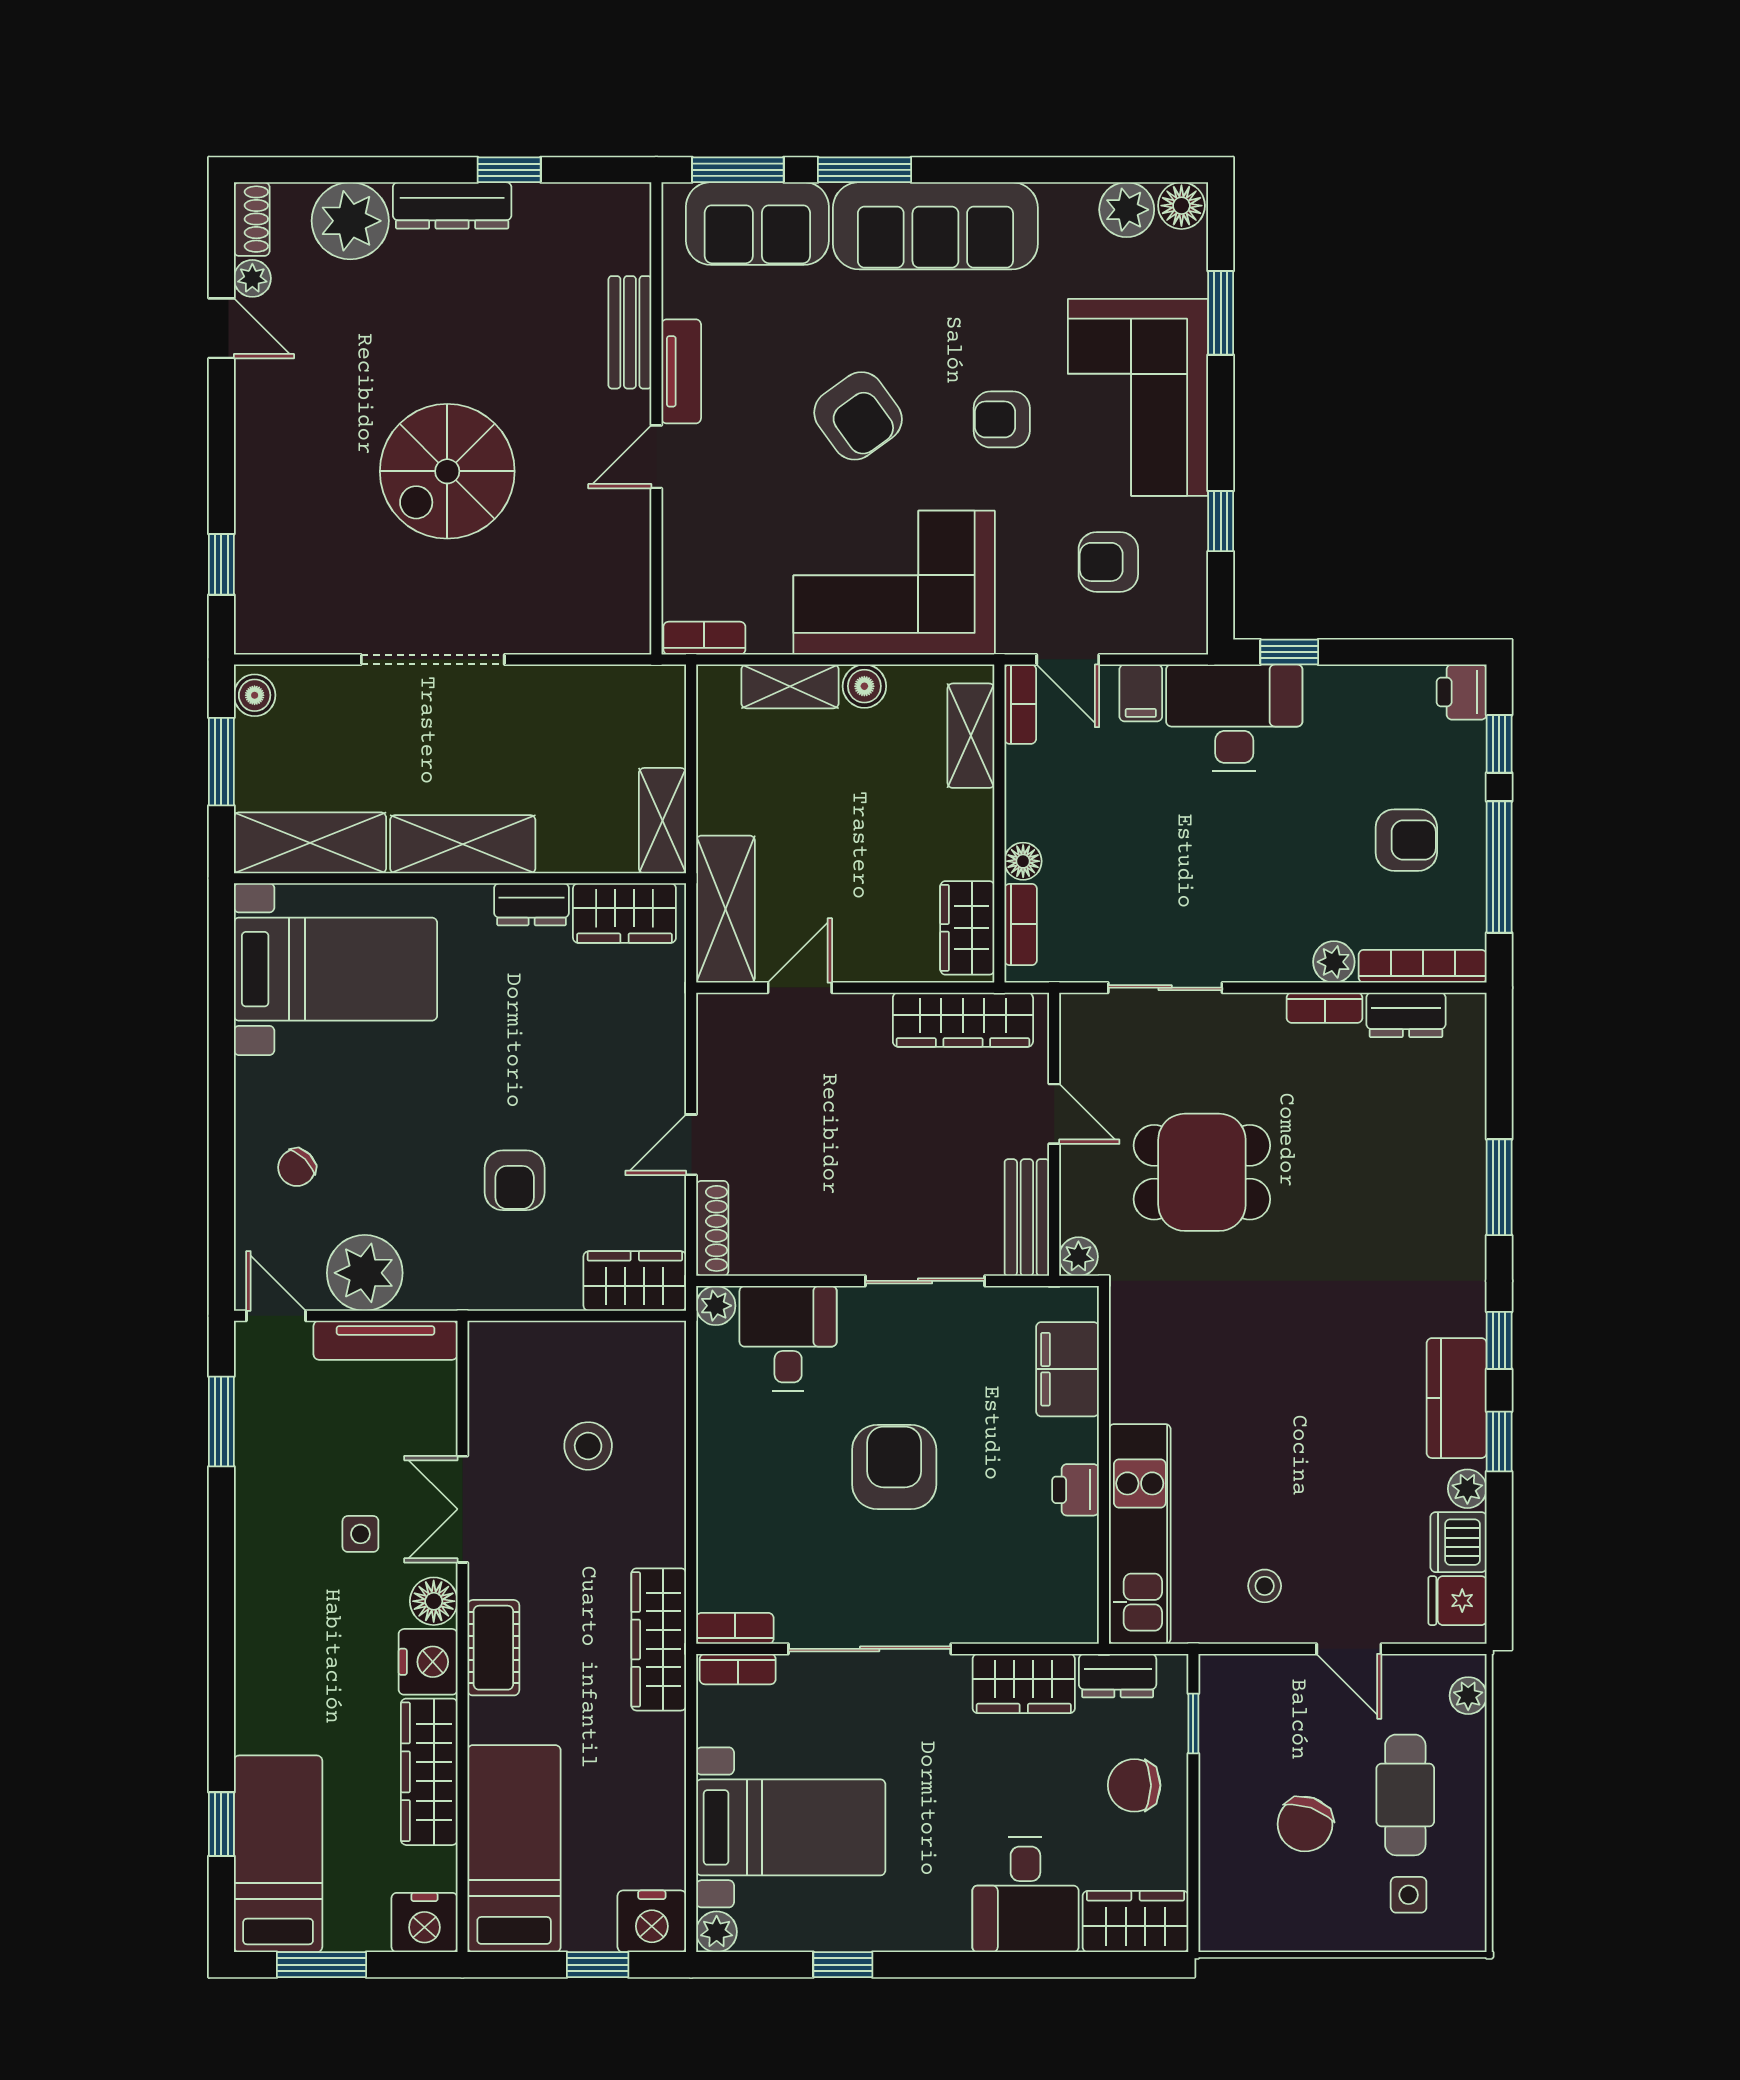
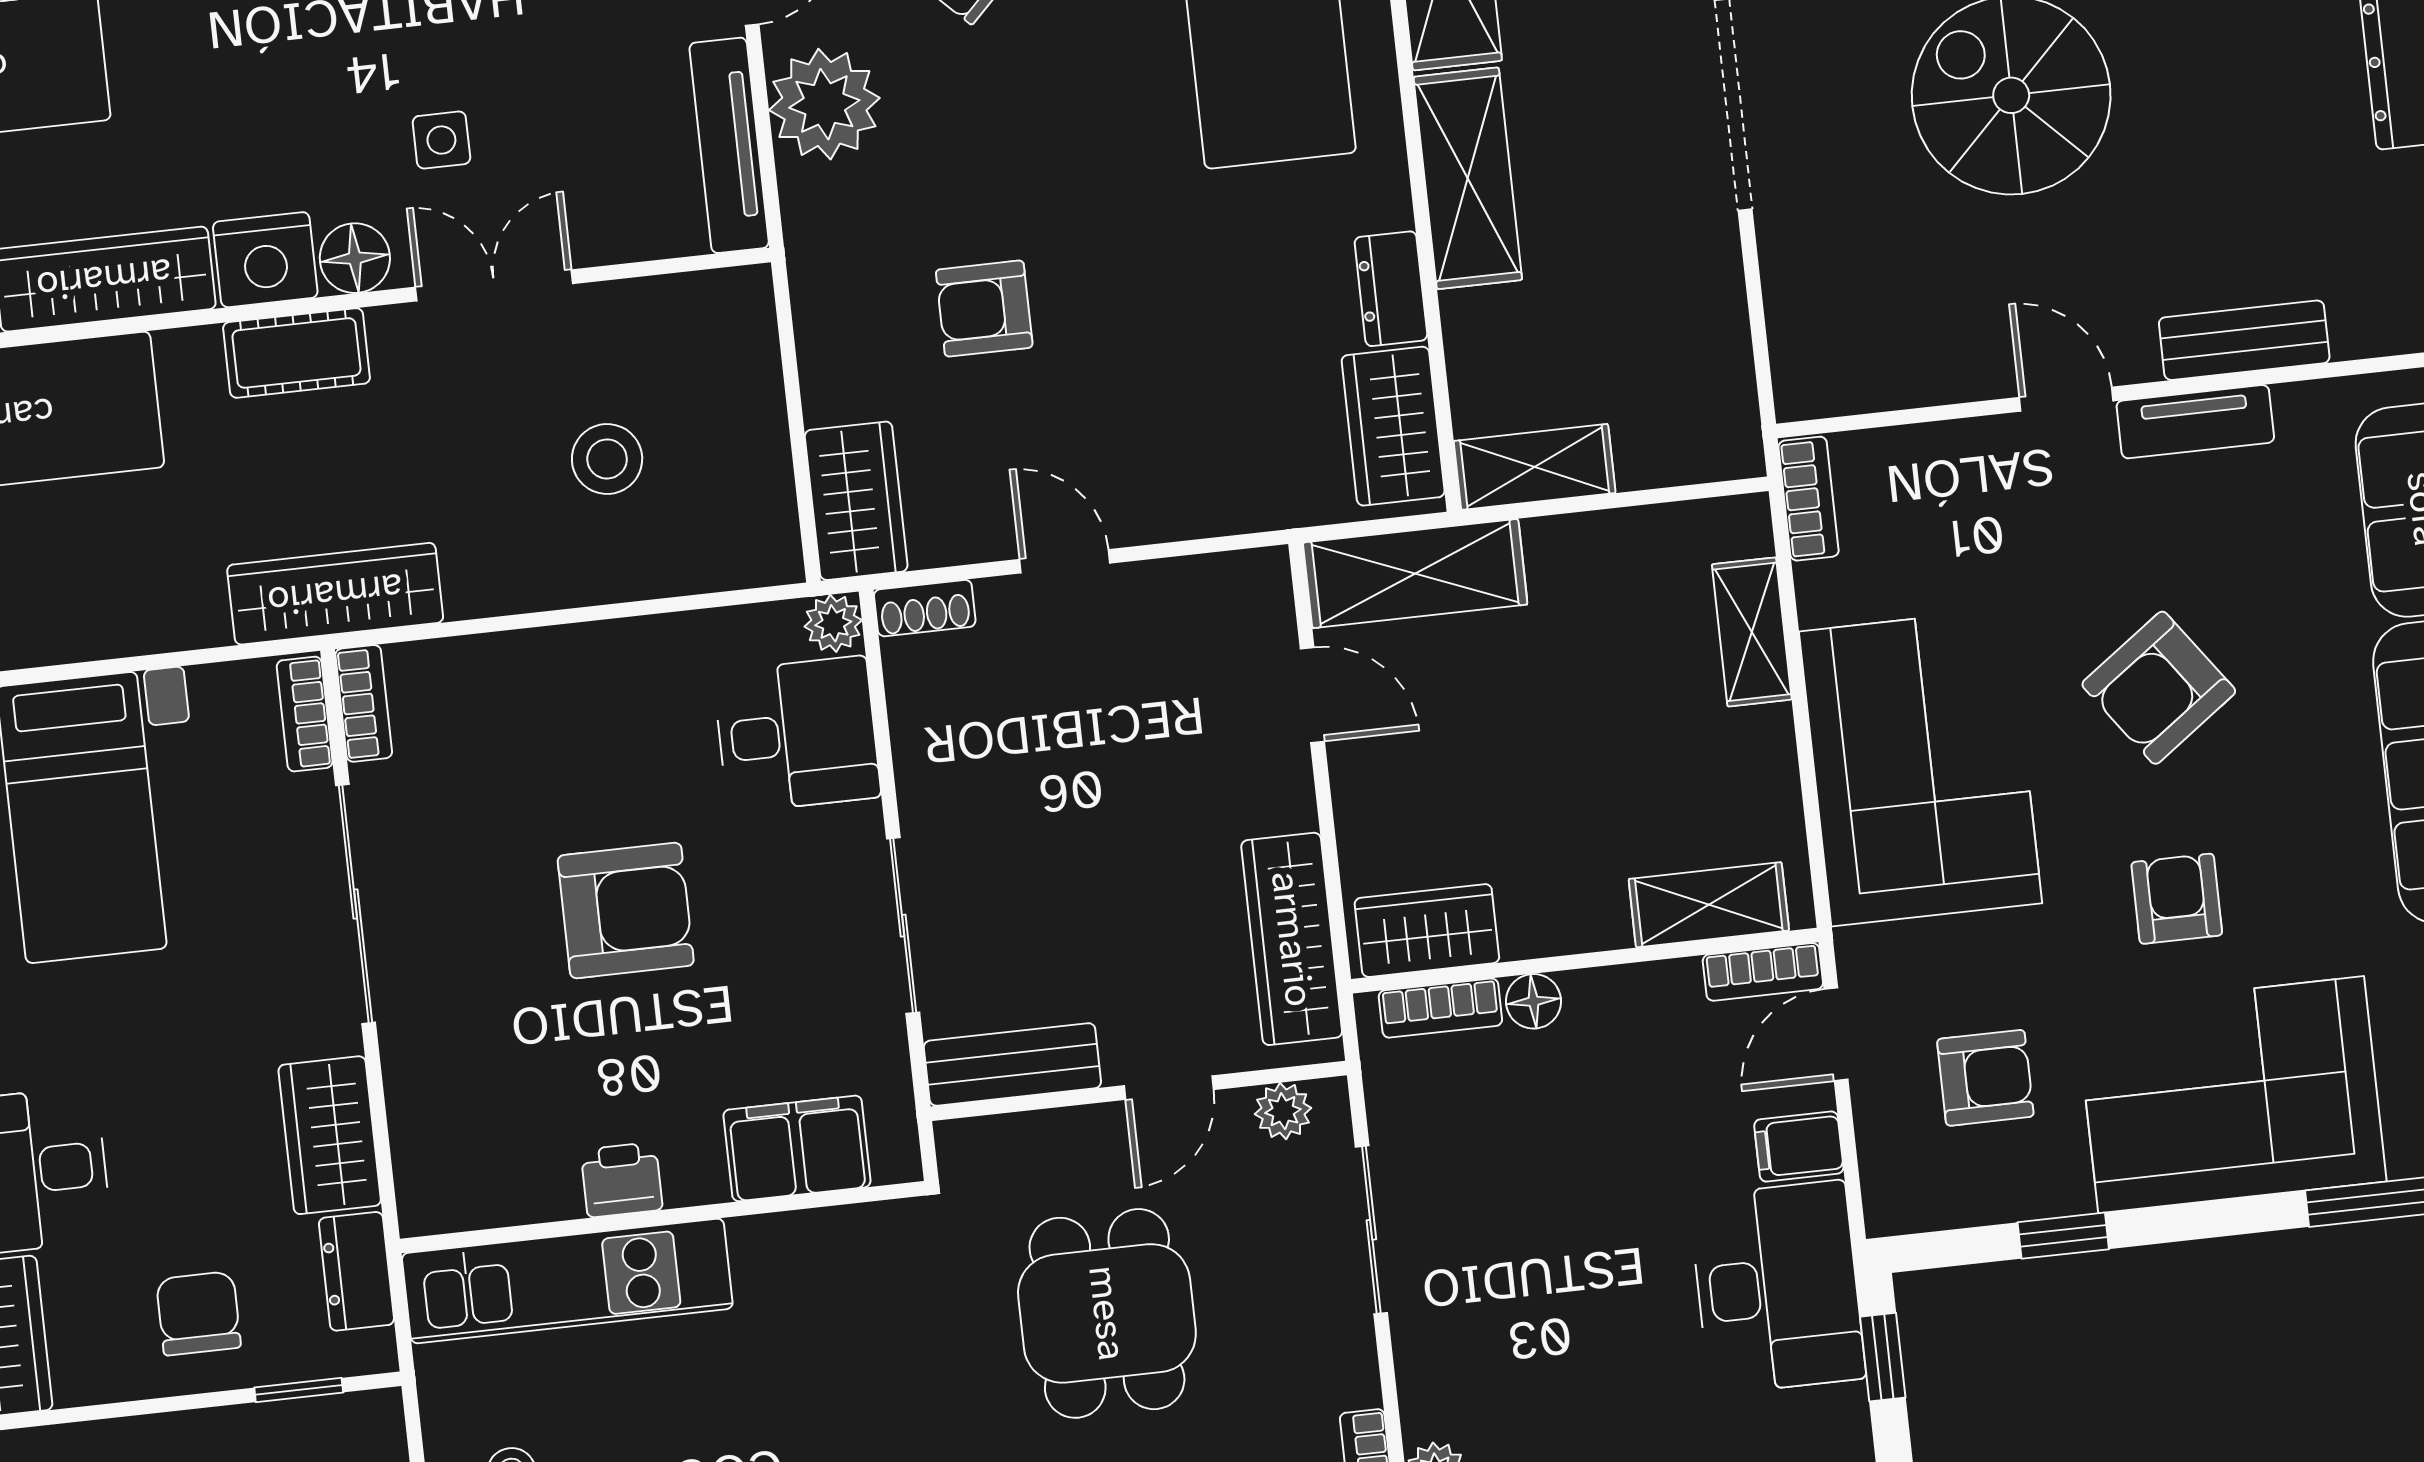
armchair: (1108, 562) -> (1985, 1078), turned 90
boiler: (864, 686) -> (1764, 741), removed
shoe rack: (712, 1228) -> (925, 608), width x0.70
plant: (1078, 1257) -> (1283, 1111), moved

